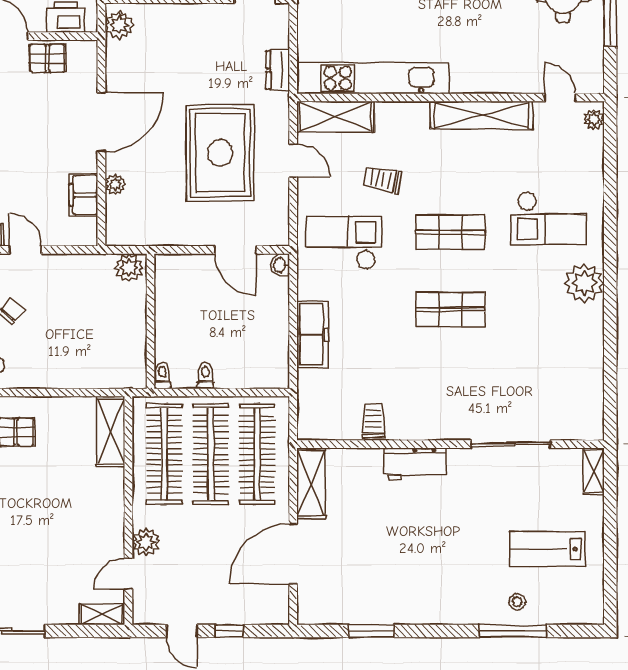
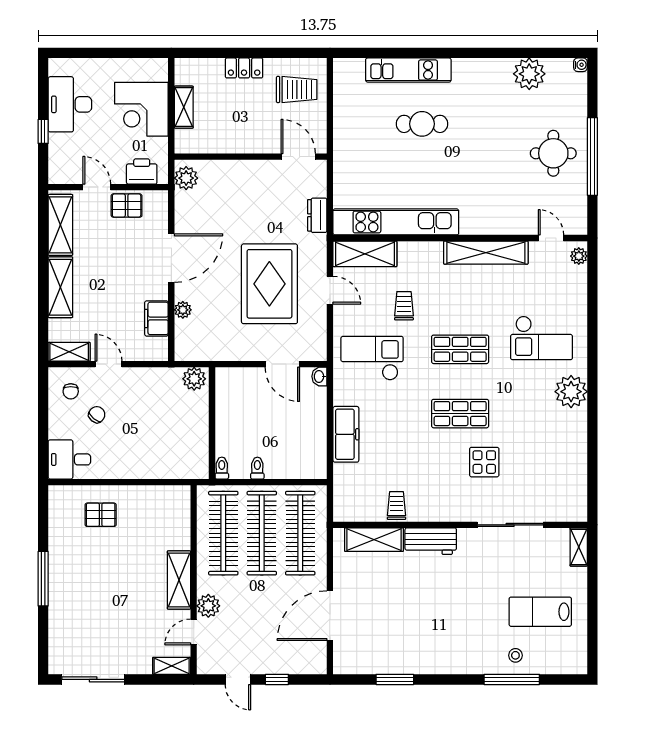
trolley: (382, 179) -> (404, 306), turned 79
display table: (480, 368) -> (484, 462), added
shelving: (111, 431) -> (179, 580), moved
shelving: (311, 483) -> (374, 540), moved, turned 90

